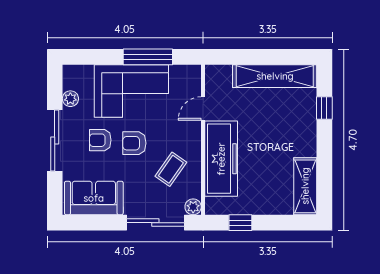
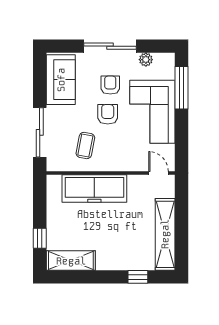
window: (148, 57) -> (181, 88), moved
door: (203, 108) -> (158, 173), moved
coffee table: (171, 169) -> (85, 146), turned 66
plant: (193, 207) -> (53, 165), removed
window: (240, 223) -> (40, 238), moved

